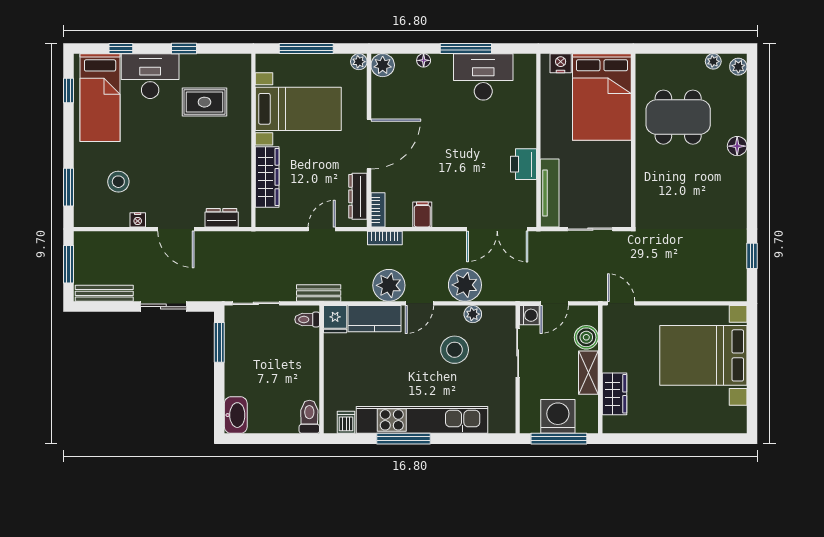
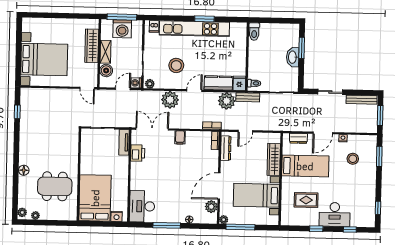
window: (306, 48) -> (240, 227), moved
plant: (383, 65) -> (211, 207), moved
desk: (483, 77) -> (142, 206), moved, turned 90
bed: (100, 98) -> (305, 166), moved, turned 90
door: (369, 144) -> (219, 186), moved
printer: (523, 164) -> (138, 153), moved
tv unit: (550, 193) -> (124, 142), width x0.71
filing cabinet: (422, 214) -> (180, 137), moved
door: (176, 229) -> (323, 133), swing flipped
plant: (389, 285) -> (227, 101), moved
plant: (473, 314) -> (150, 84), moved
window: (219, 342) -> (302, 48), moved
wardrobe: (615, 394) -> (92, 46), width x1.50
washbasin: (236, 415) -> (293, 57), moved
dishwasher: (346, 422) -> (154, 26), moved
window: (403, 439) -> (204, 19), width x0.69

